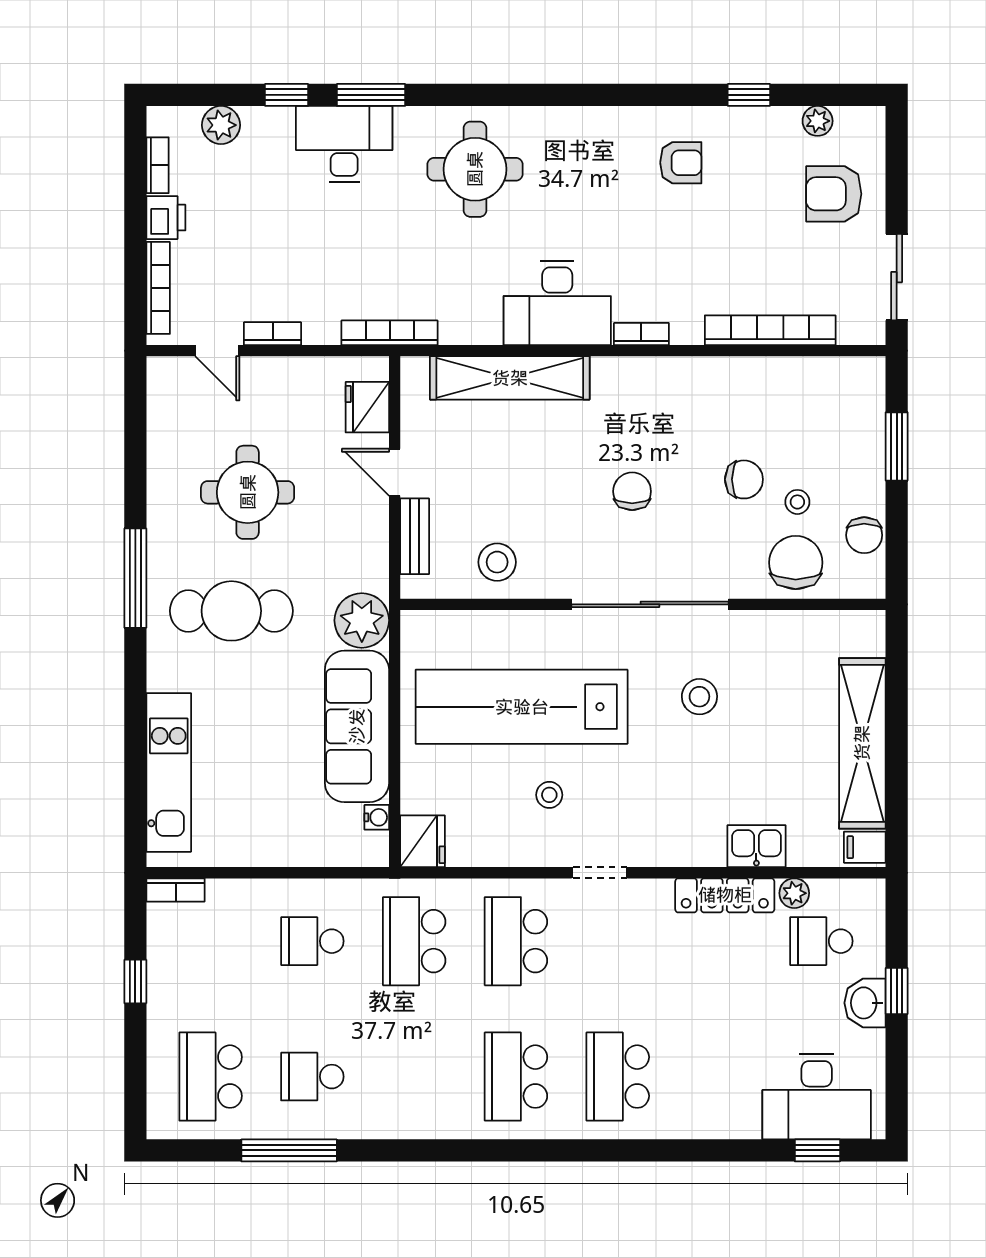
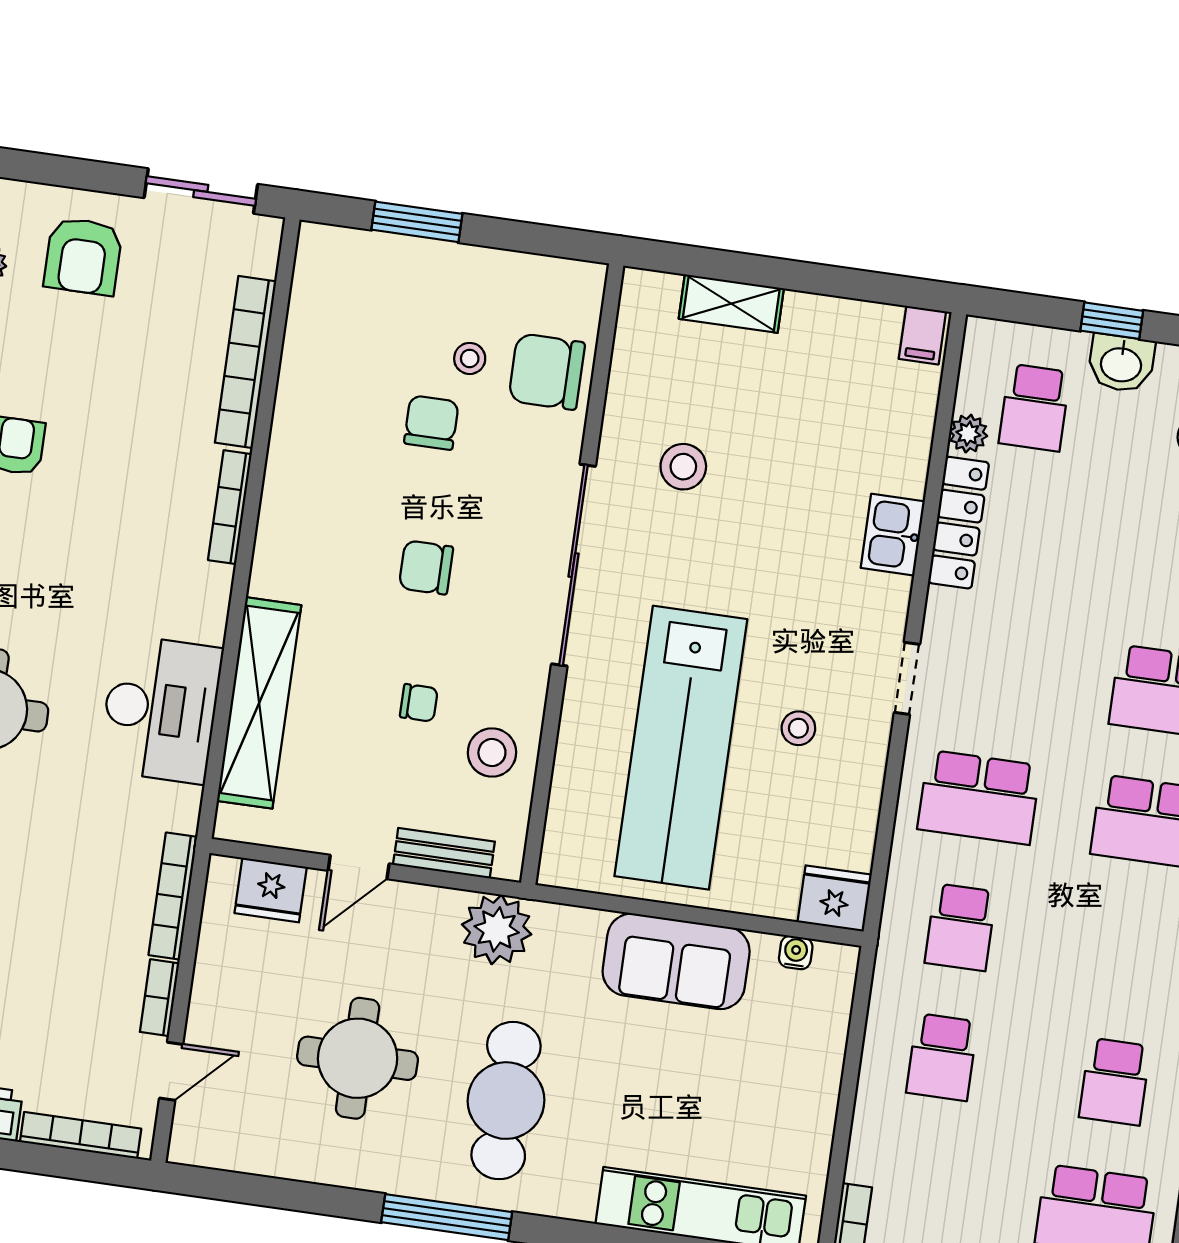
desk: (557, 303) -> (161, 709), moved
bookcase: (390, 333) -> (173, 896), moved
bookcase: (641, 334) -> (230, 507), width x1.56
chair: (864, 535) -> (419, 703), moved, width x0.73, depth x0.73
plant: (362, 620) -> (497, 929), moved
stool: (699, 697) -> (683, 467), moved
sofa: (357, 726) -> (676, 961), width x0.73
shelving: (862, 743) -> (731, 304), width x0.45, depth x0.75
kitchen sink: (756, 846) -> (893, 535), moved
school desk: (414, 941) -> (961, 927), width x0.54

